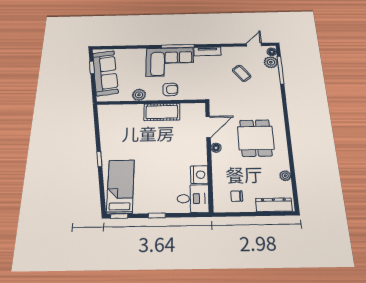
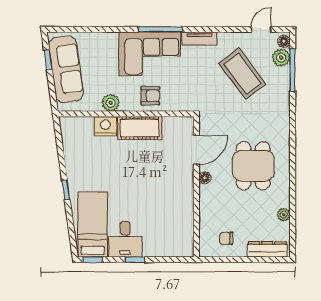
coffee table: (242, 73) -> (242, 74), width x1.86, depth x1.72
nightstand: (199, 175) -> (105, 126), moved, turned -90
desk: (193, 199) -> (125, 239), moved, turned 90

